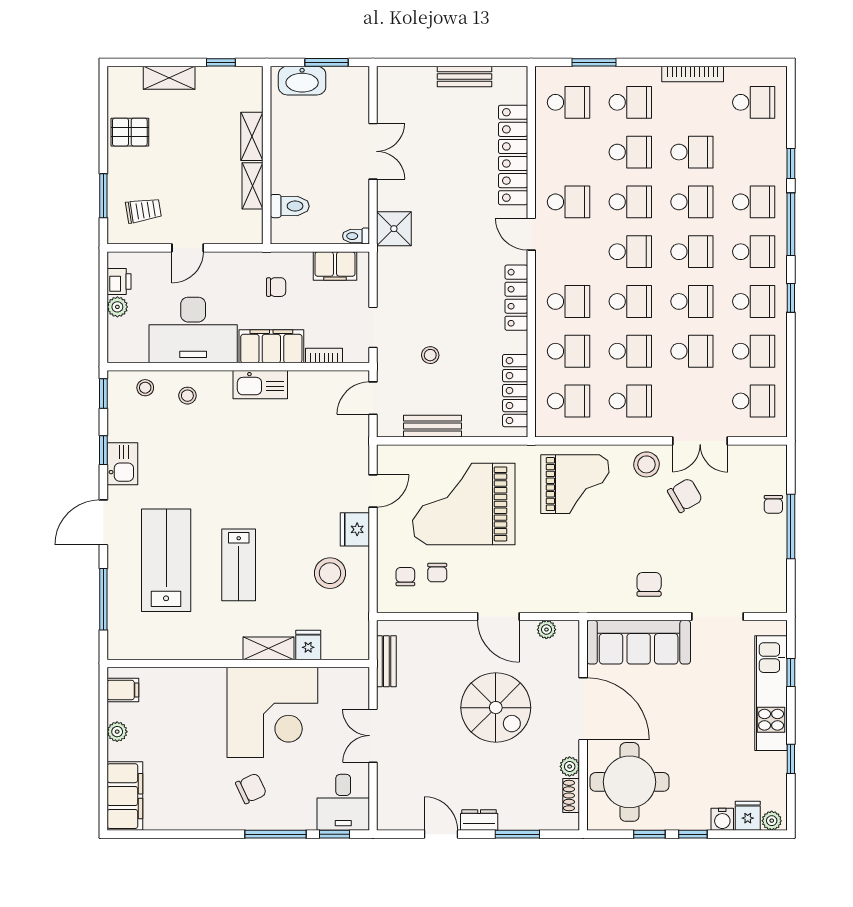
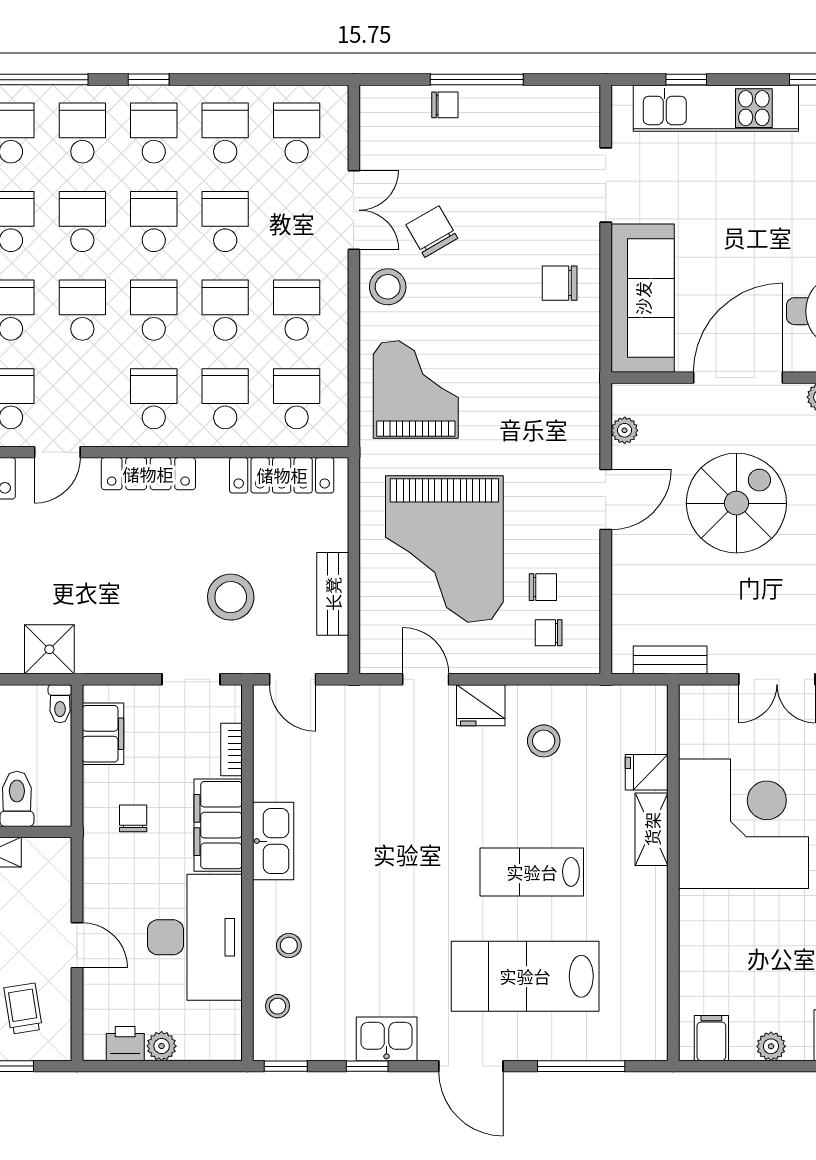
stool: (430, 355) -> (231, 597), width x1.89, depth x1.89
lab bench: (239, 565) -> (532, 872), turned 180
stool: (330, 573) -> (544, 741), width x0.73, depth x0.73

